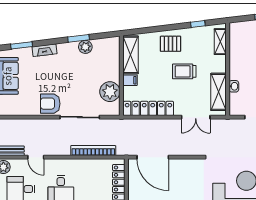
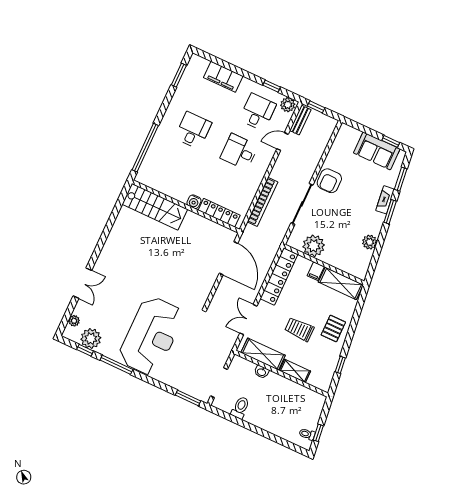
window: (79, 38) -> (390, 212), moved
shelving: (220, 42) -> (295, 371), moved
trolley: (184, 71) -> (299, 329), turned -90
armchair: (50, 104) -> (329, 181), turned 180
door: (153, 157) -> (228, 258), swing flipped

